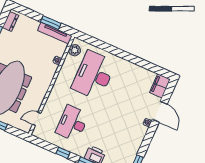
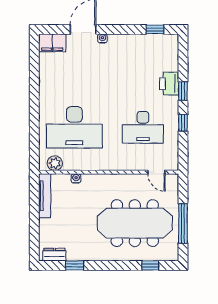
window: (51, 22) -> (34, 206), removed

